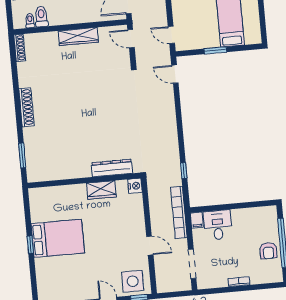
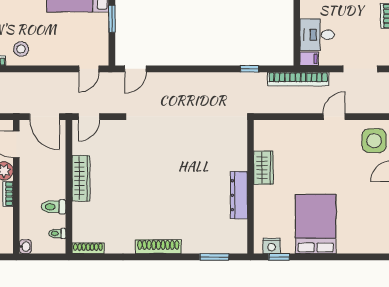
toilet: (41, 17) -> (54, 207), moved
dresser: (112, 168) -> (239, 195), moved
nightstand: (135, 186) -> (272, 246), moved, turned 180
window: (30, 245) -> (279, 257), moved

